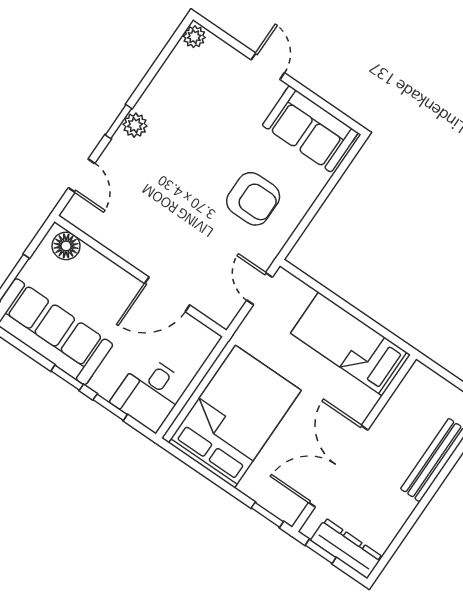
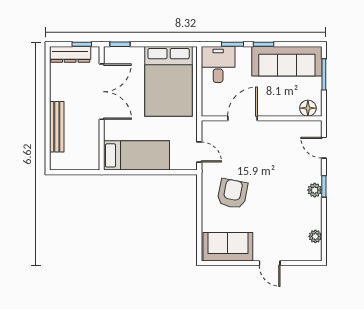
plant: (194, 37) -> (315, 236), moved
armchair: (253, 199) -> (232, 194), turned 101

